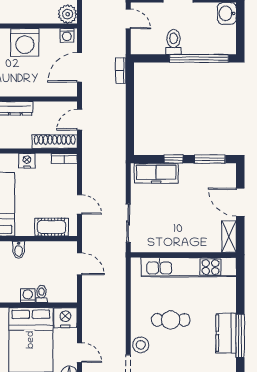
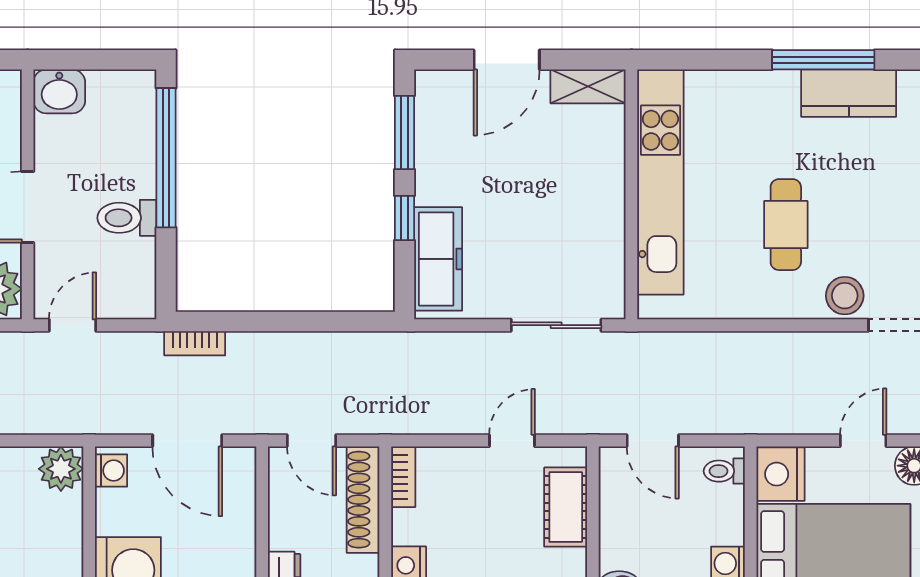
door: (80, 264) -> (653, 441), swing flipped
toilet: (41, 294) -> (724, 471), moved
kitchen counter: (226, 333) -> (849, 93), moved

